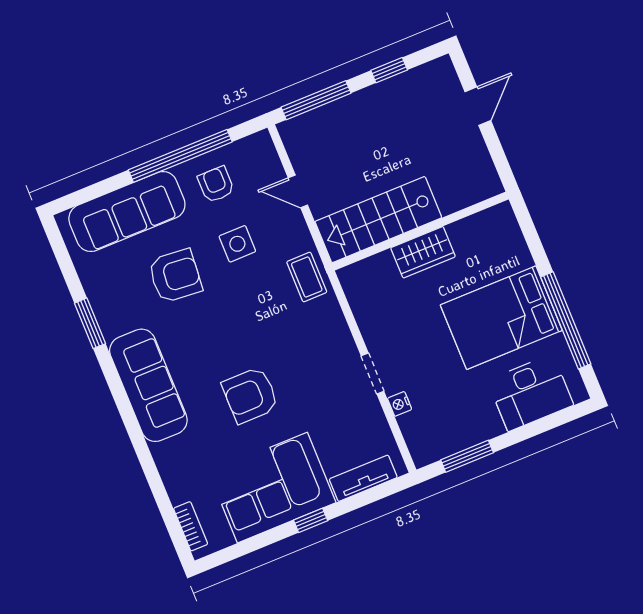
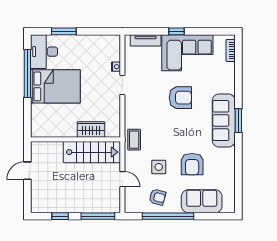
door: (478, 106) -> (27, 171), moved
armchair: (216, 184) -> (157, 197), turned -75
sofa: (127, 212) -> (202, 201), width x0.73
wardrobe: (423, 252) -> (91, 130), moved
armchair: (175, 276) -> (192, 164), turned -95
window: (90, 323) -> (238, 121), moved
desk: (530, 393) -> (44, 52), moved, turned -90
window: (467, 456) -> (64, 31), moved

